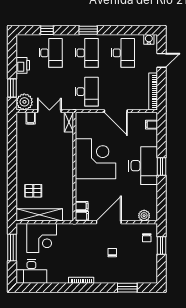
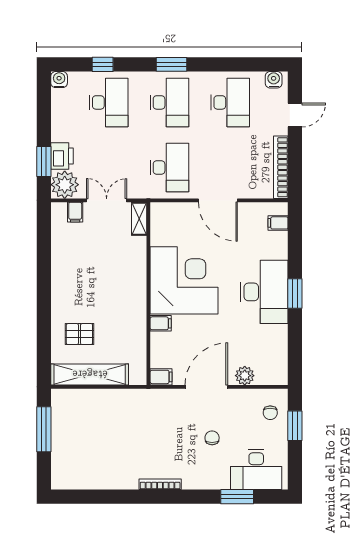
water cooler: (21, 39) -> (59, 80), added
printer: (23, 65) -> (62, 156), moved
filing cabinet: (82, 206) -> (161, 323), moved
plant: (144, 216) -> (245, 376), moved
corner desk: (42, 238) -> (94, 413), removed
desk: (31, 272) -> (256, 470), moved

